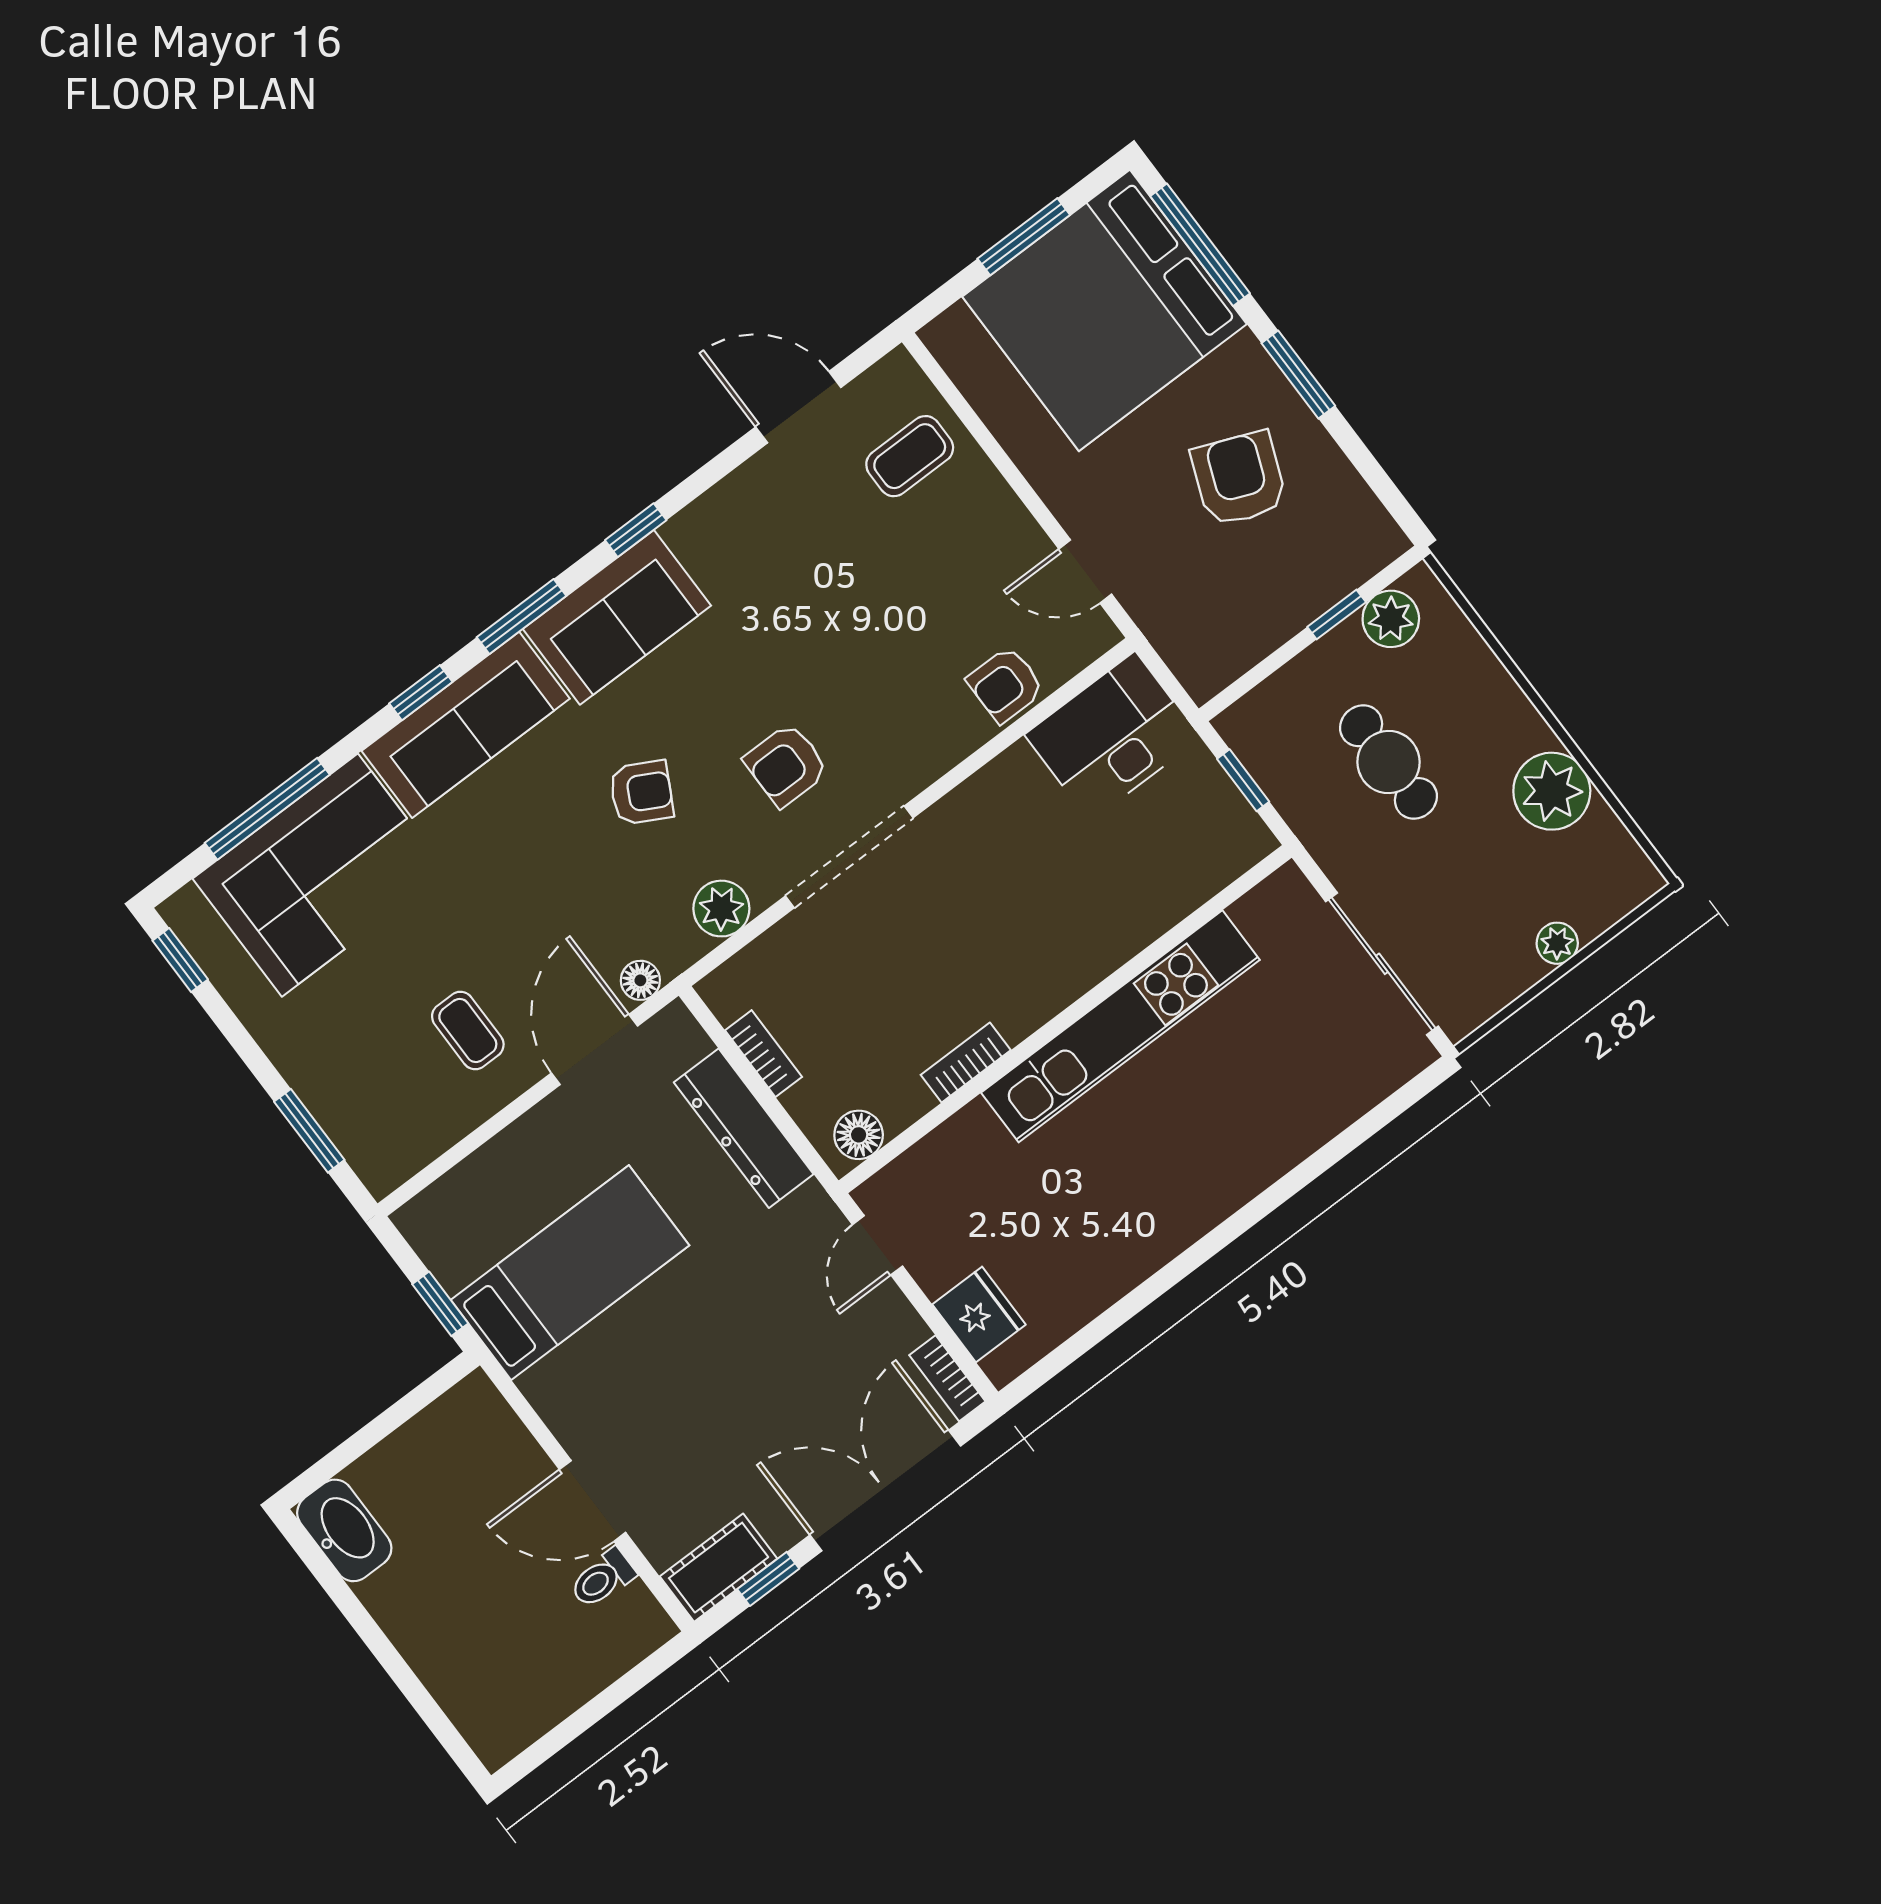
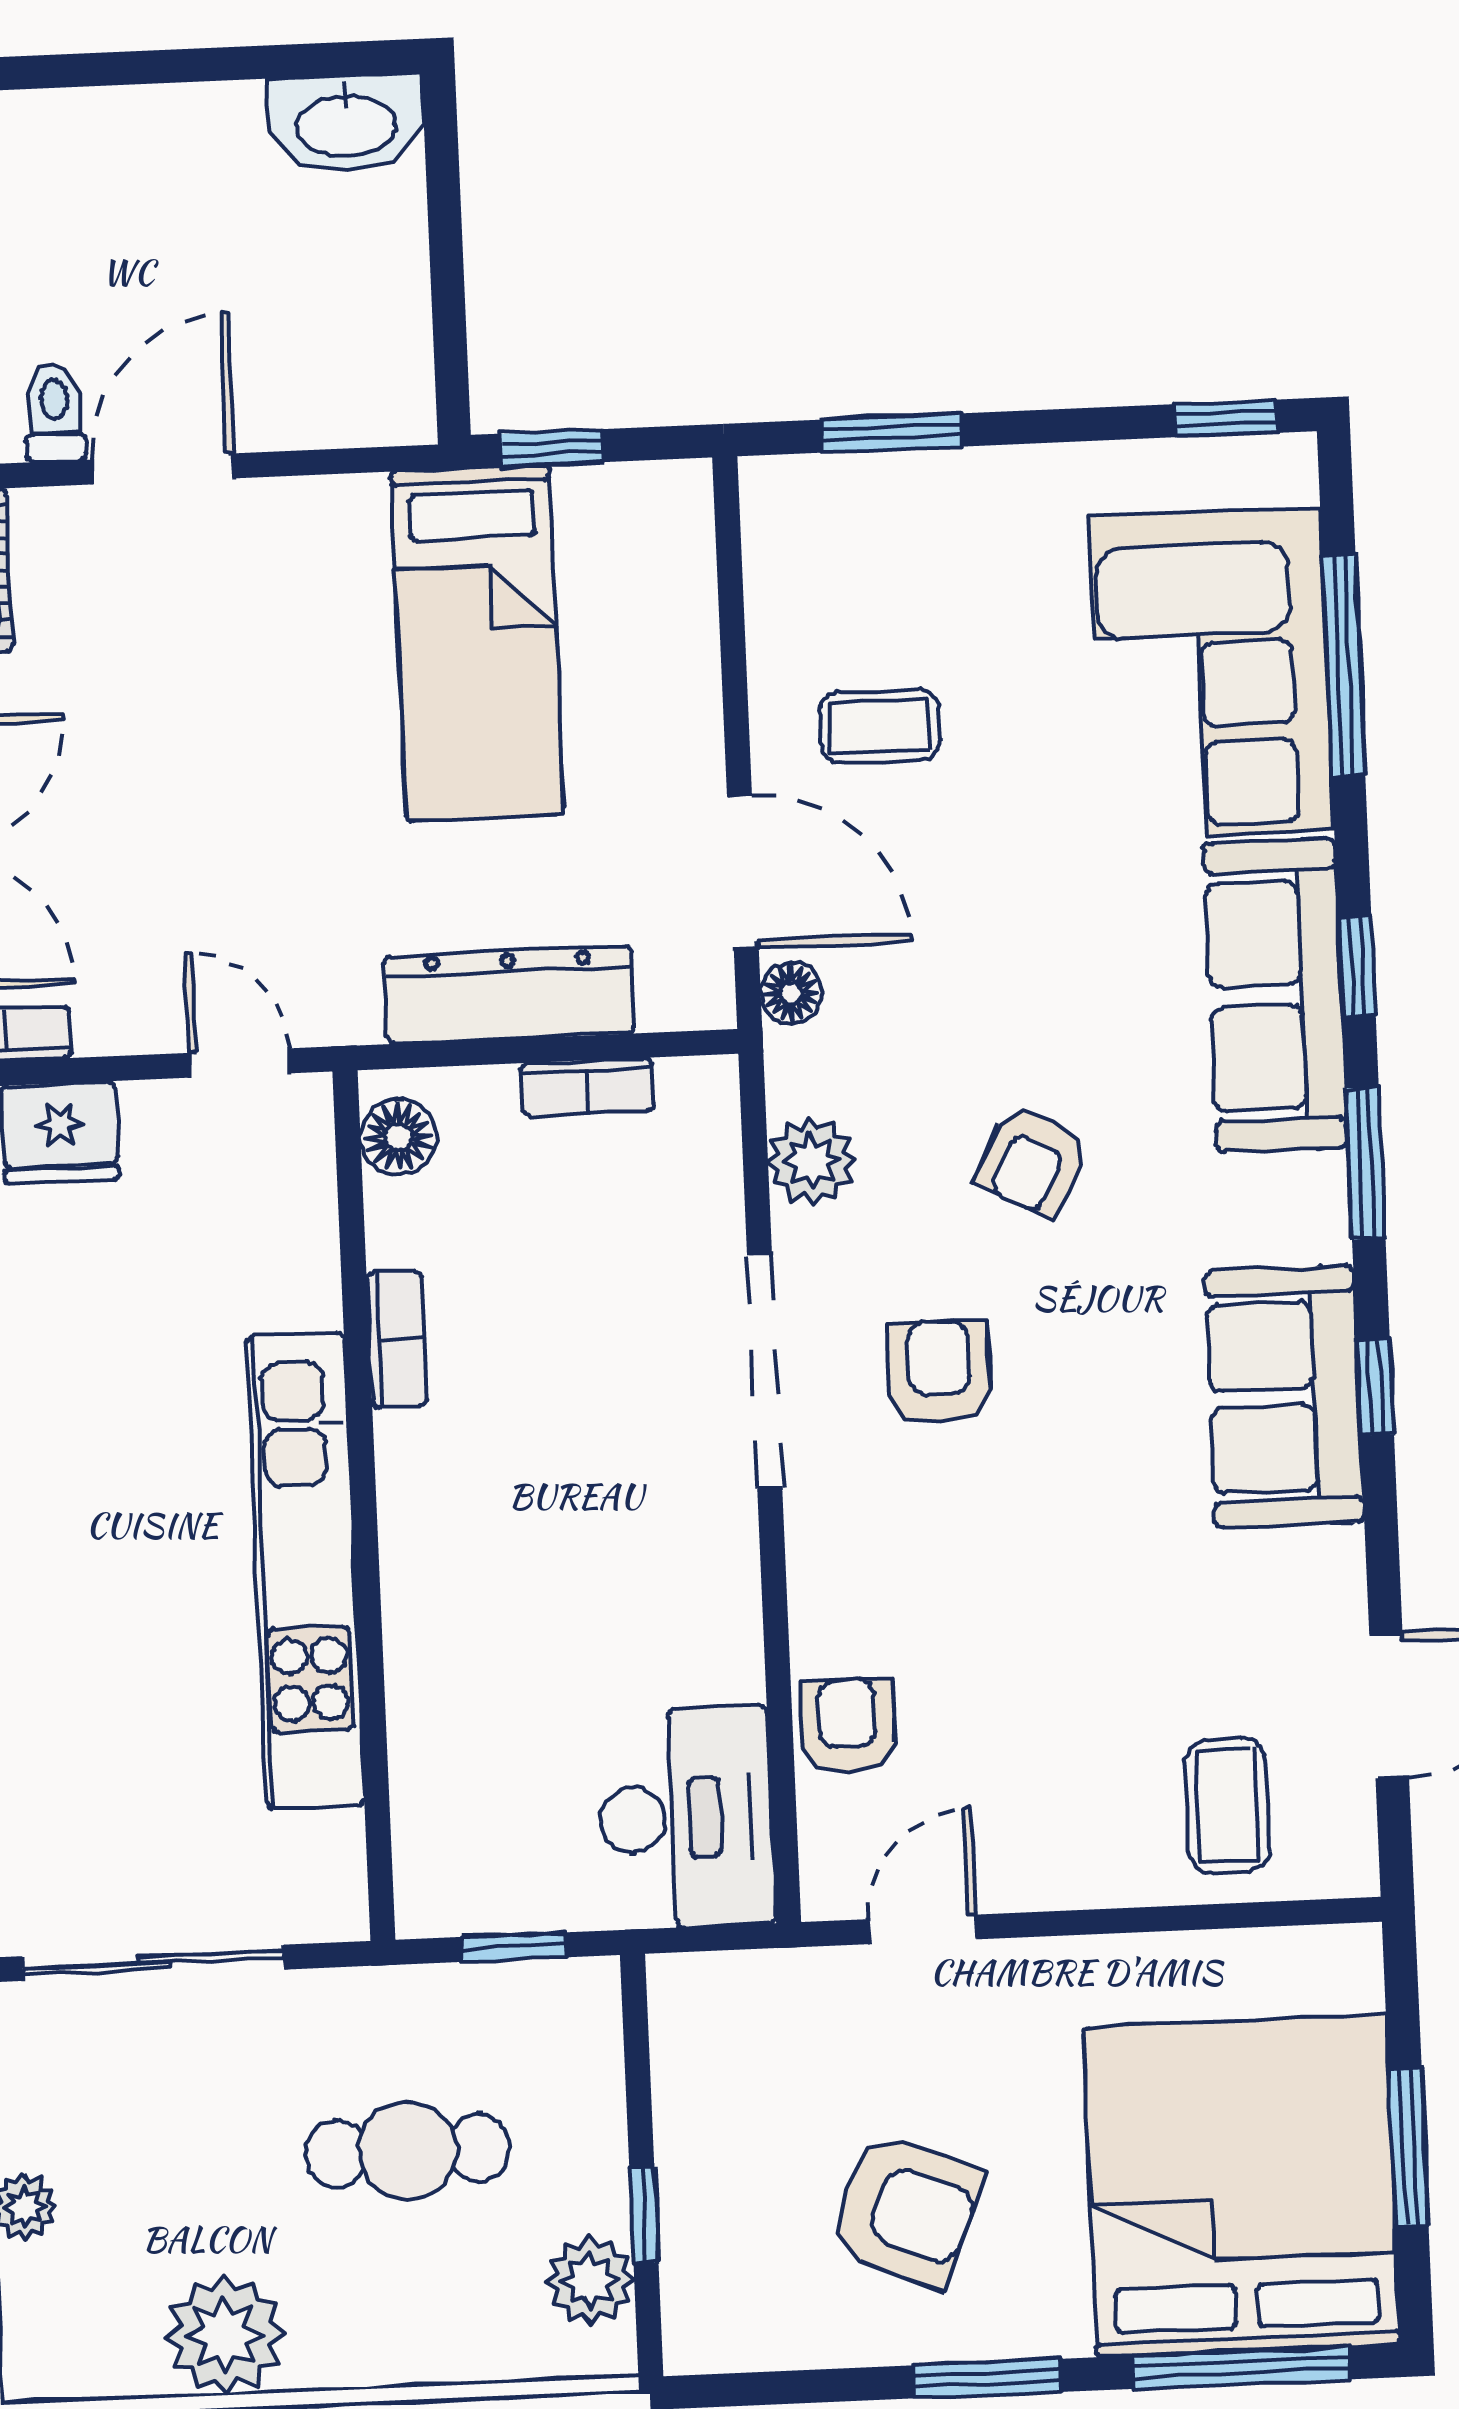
sofa: (617, 617) -> (1285, 1397), moved

